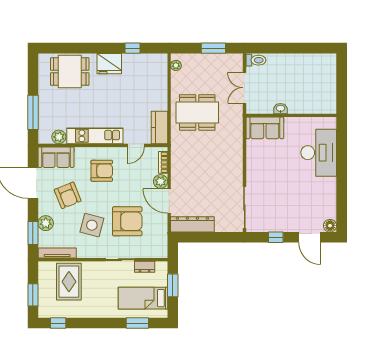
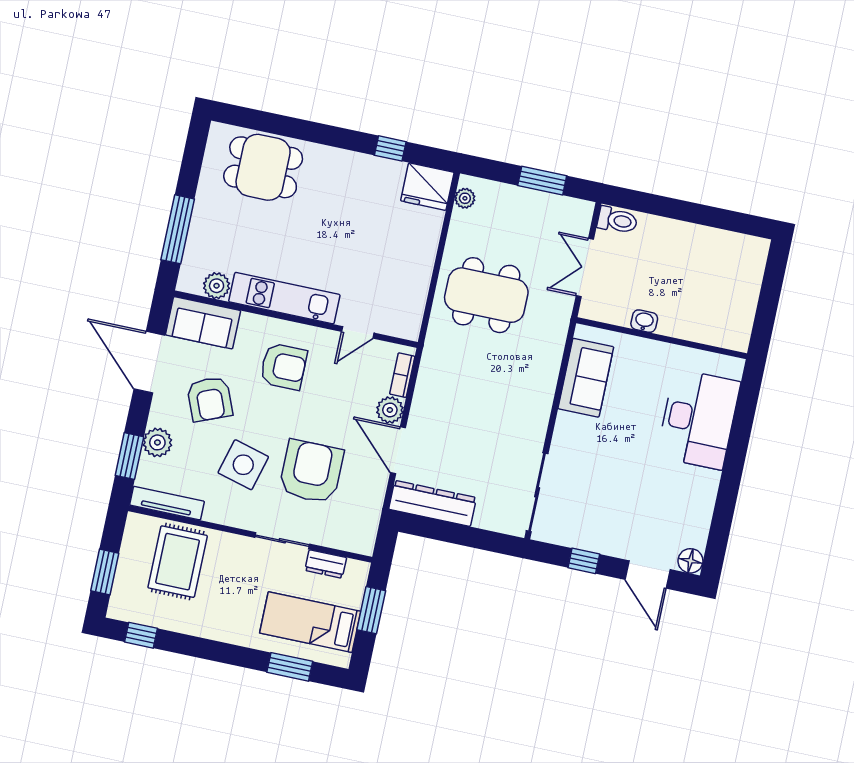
fridge: (109, 64) -> (427, 187), moved
kitchen counter: (159, 127) -> (409, 308), removed
sofa: (265, 128) -> (586, 378), moved, turned -90
armchair: (127, 221) -> (311, 472), turned -90

